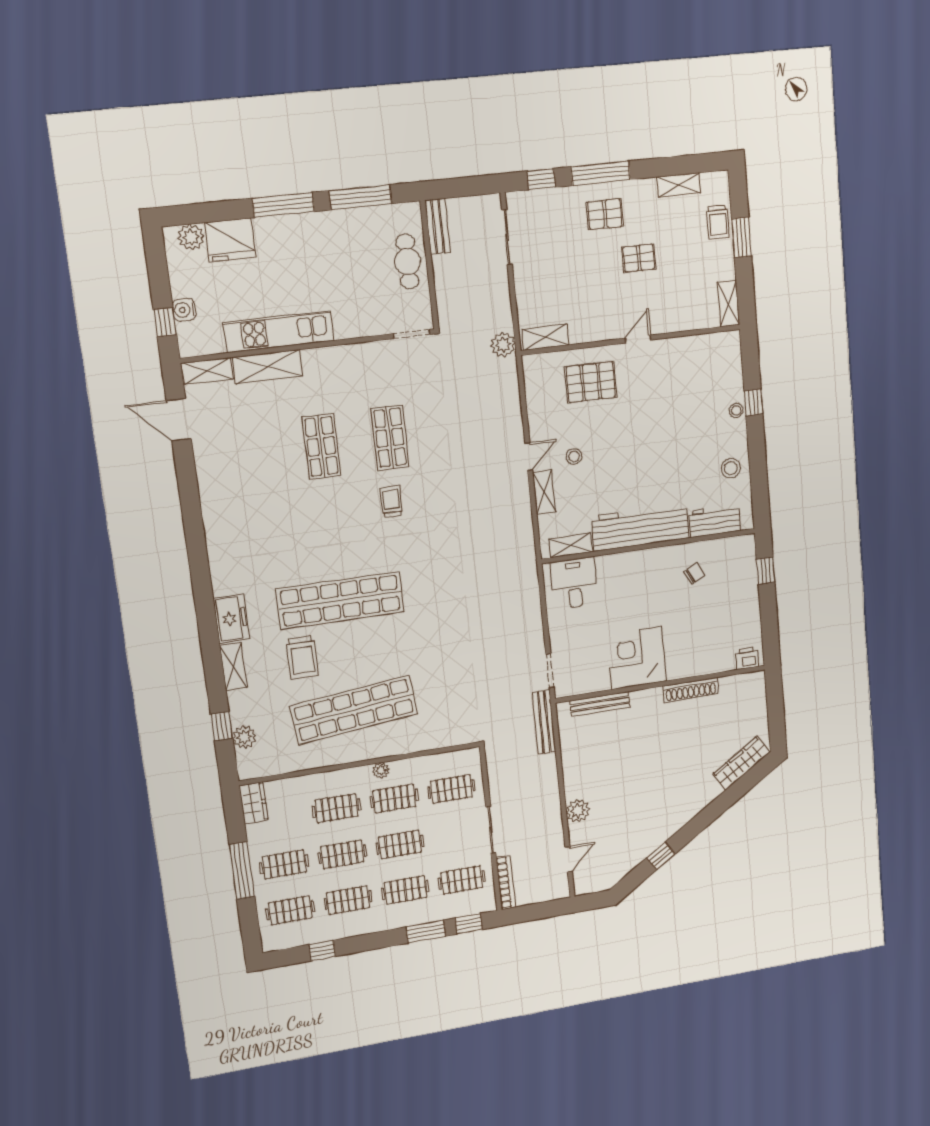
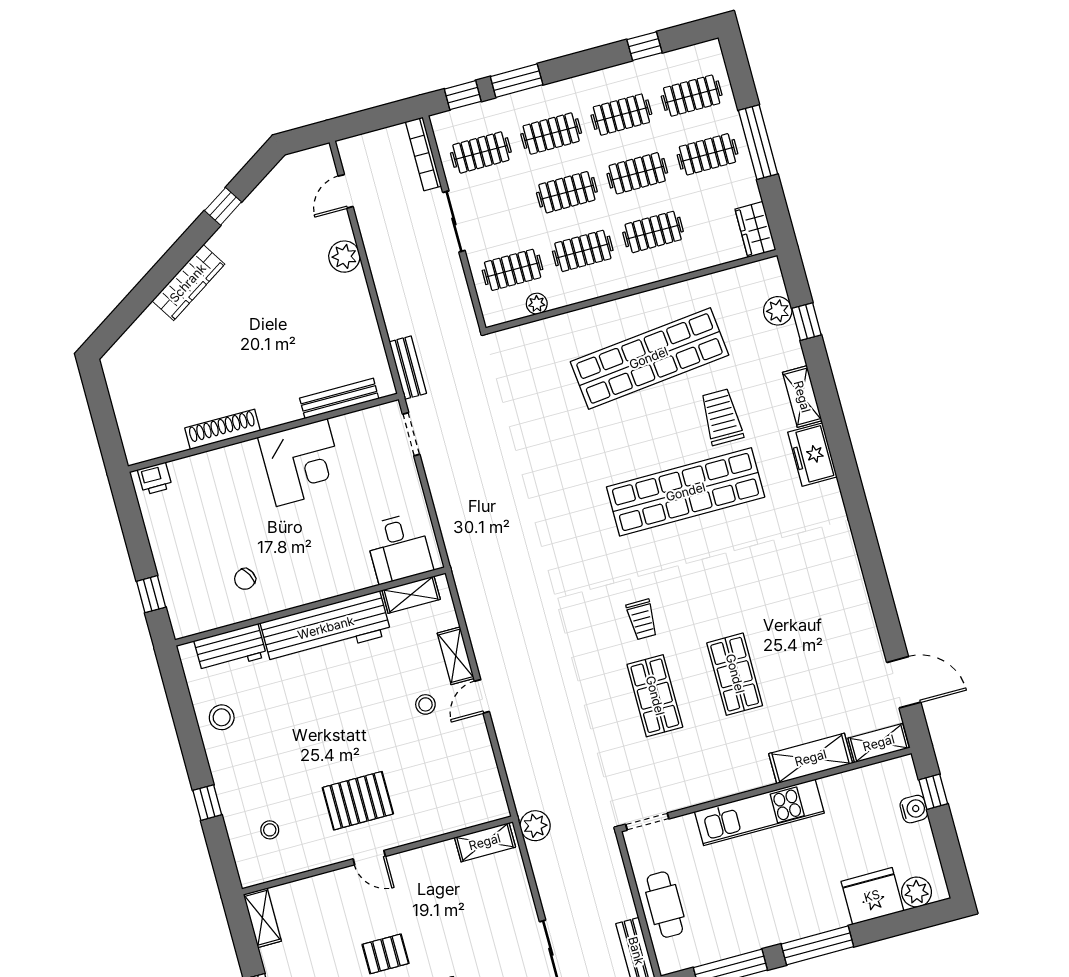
kitchen unit: (279, 332) -> (759, 812), moved
door: (638, 339) -> (369, 858), hinge flipped
pallet: (591, 382) -> (358, 801), moved
stool: (736, 410) -> (270, 830), moved
bench: (544, 722) -> (408, 368), width x0.73
wardrobe: (741, 763) -> (188, 283), moved
plant: (381, 770) -> (537, 304), moved

